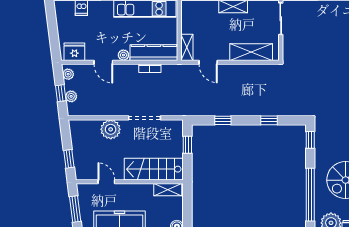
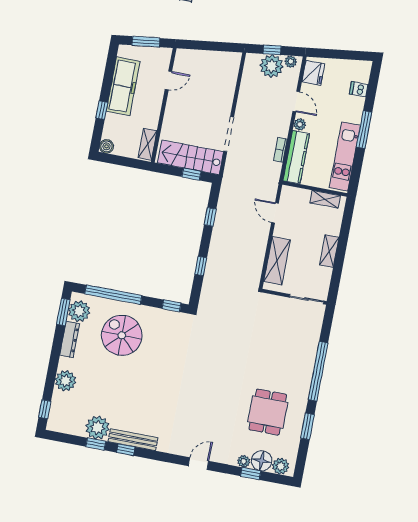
shelving: (187, 47) -> (325, 199), moved
door: (103, 62) -> (296, 101), swing flipped
door: (208, 62) -> (275, 213), hinge flipped
plant: (71, 96) -> (272, 66), width x1.87, depth x1.87
plant: (111, 129) -> (223, 96), removed
window: (69, 159) -> (200, 45), removed
stairs: (153, 169) -> (190, 157), moved, turned -90

